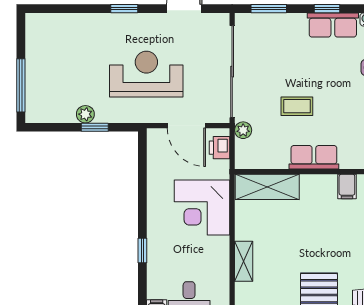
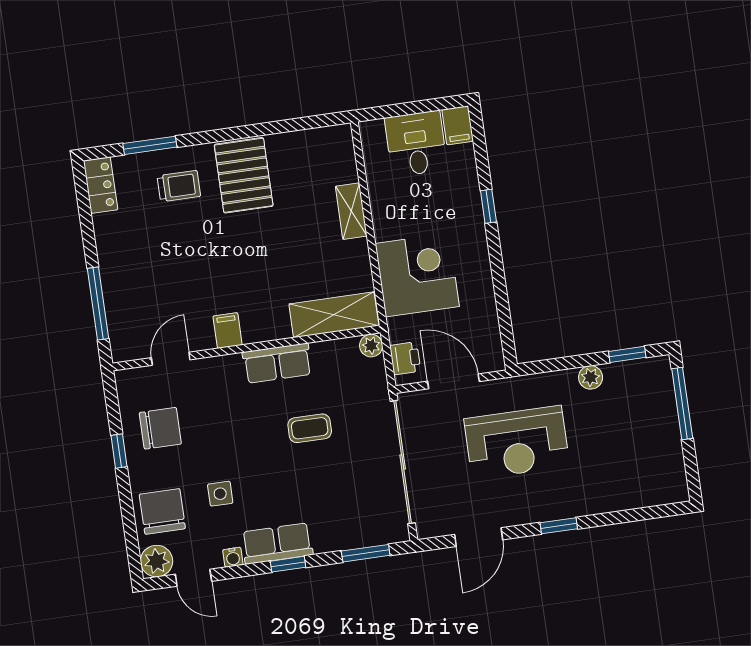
window: (95, 127) -> (627, 354), moved
plant: (243, 130) -> (371, 346), moved

